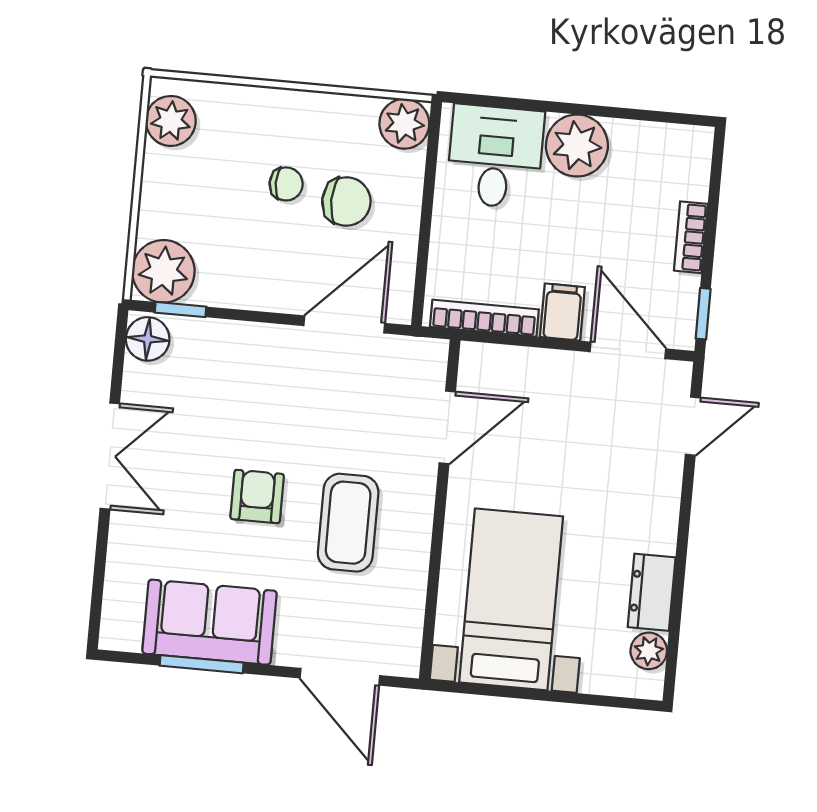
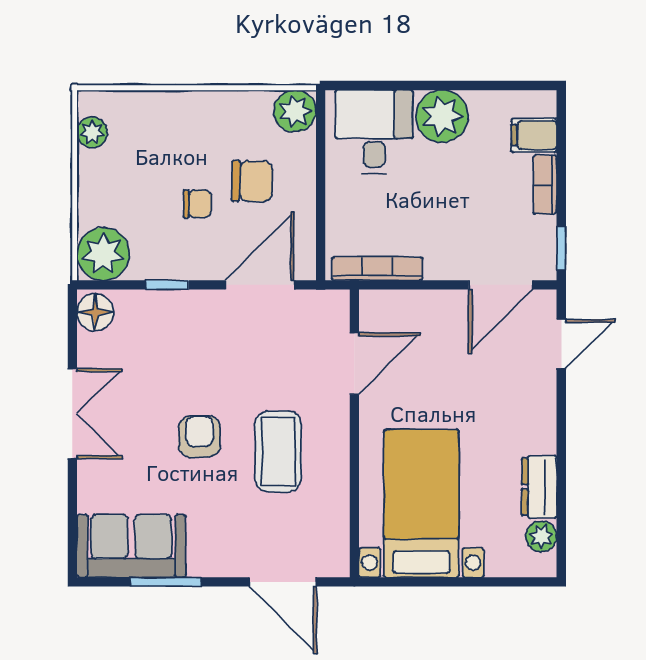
plant: (171, 121) -> (92, 132), width x0.73, depth x0.73
chair: (286, 184) -> (197, 204), moved
window: (180, 310) -> (167, 285), moved
filing cabinet: (562, 312) -> (534, 135), moved, turned -90
door: (628, 350) -> (501, 285), swing flipped
sofa: (209, 622) -> (131, 546), moved

